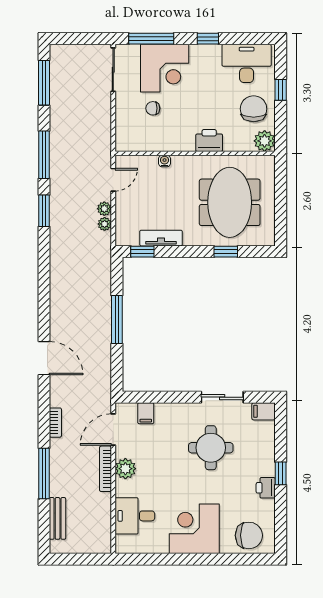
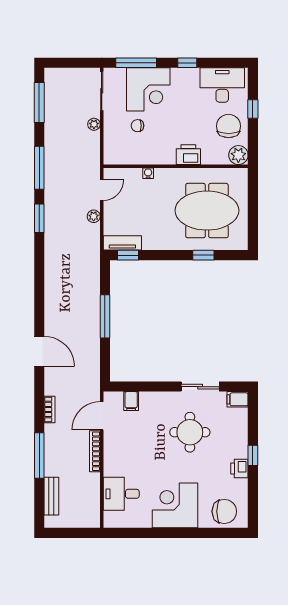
meeting table: (230, 202) -> (207, 211), turned 90
plant: (105, 224) -> (94, 124), moved
tv unit: (161, 238) -> (122, 243), moved
plant: (125, 469) -> (113, 451), removed

